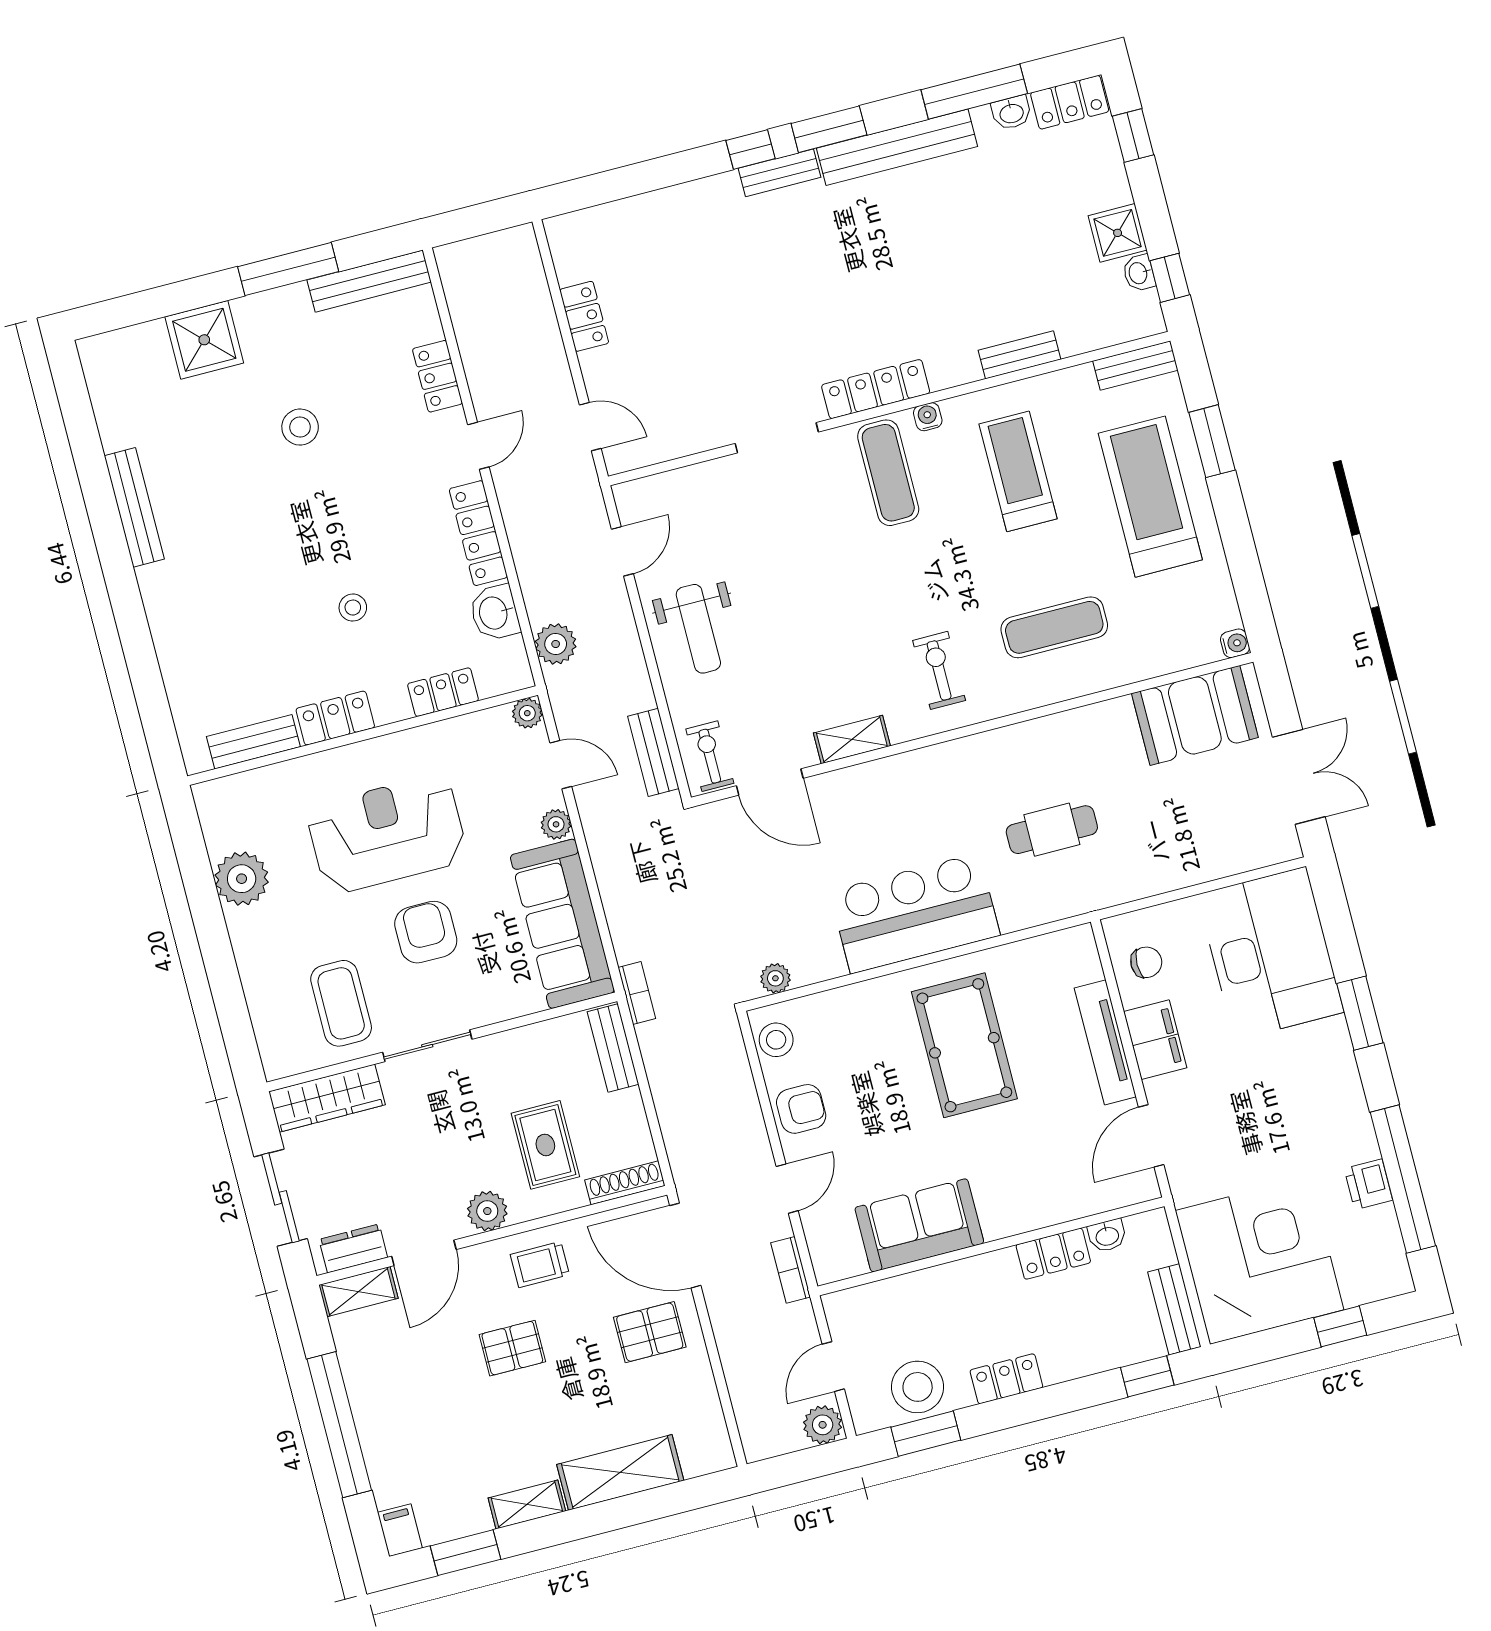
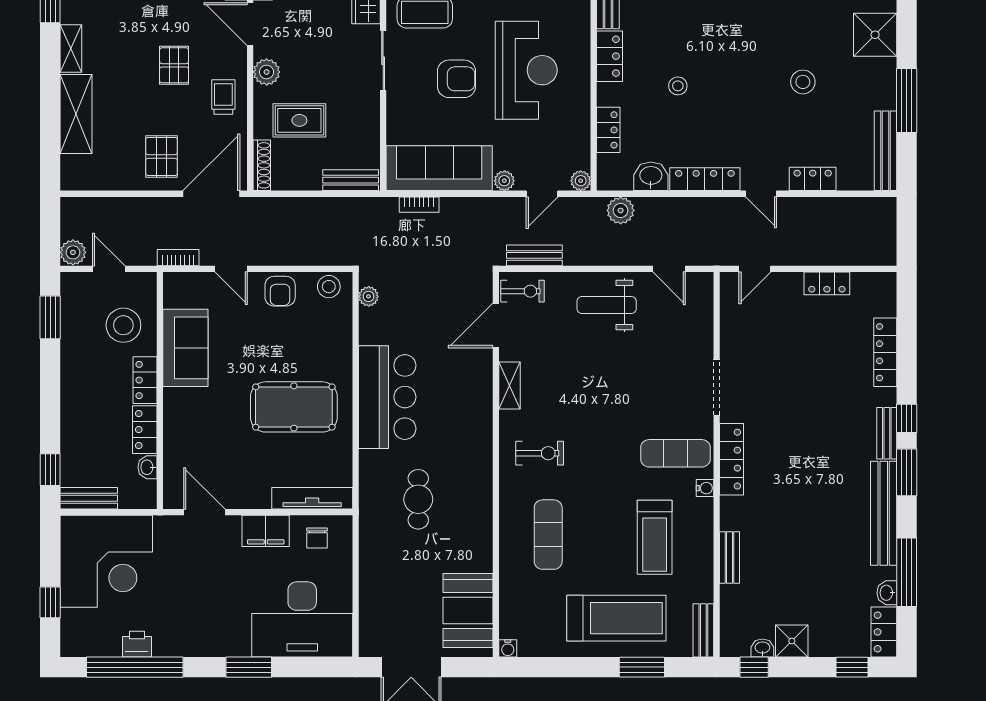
locker: (662, 206) -> (885, 352), added
treadmill: (1018, 471) -> (655, 537), turned 90
bookcase: (637, 993) -> (419, 205), moved
tv unit: (1105, 1042) -> (312, 498), moved
locker: (1006, 1379) -> (145, 380), moved, turned 180
stool: (918, 1387) -> (123, 325), moved

